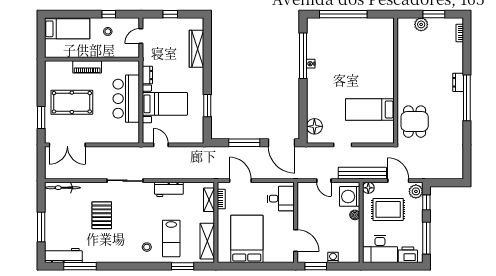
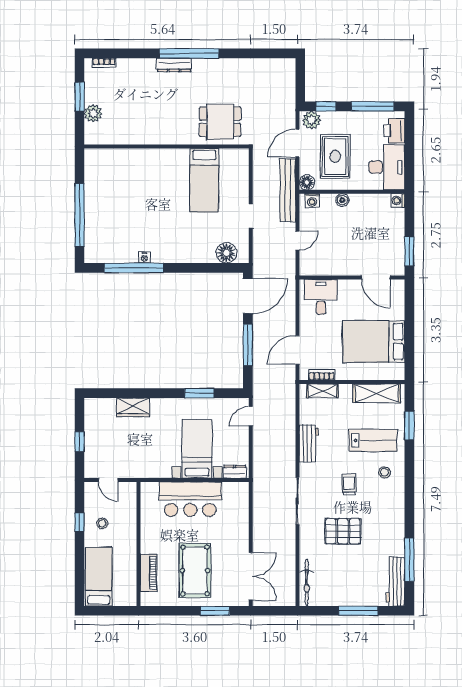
wardrobe: (197, 49) -> (133, 407), width x0.67
piano: (87, 67) -> (149, 573), moved
dresser: (147, 75) -> (235, 472), moved
dresser: (458, 82) -> (174, 65), width x1.44
door: (161, 145) -> (251, 416), moved
washing machine: (350, 196) -> (312, 201), width x0.53, depth x0.53
trolley: (138, 220) -> (349, 484), added
door: (296, 240) -> (376, 277), swing flipped
washing machine: (333, 257) -> (398, 200), moved

